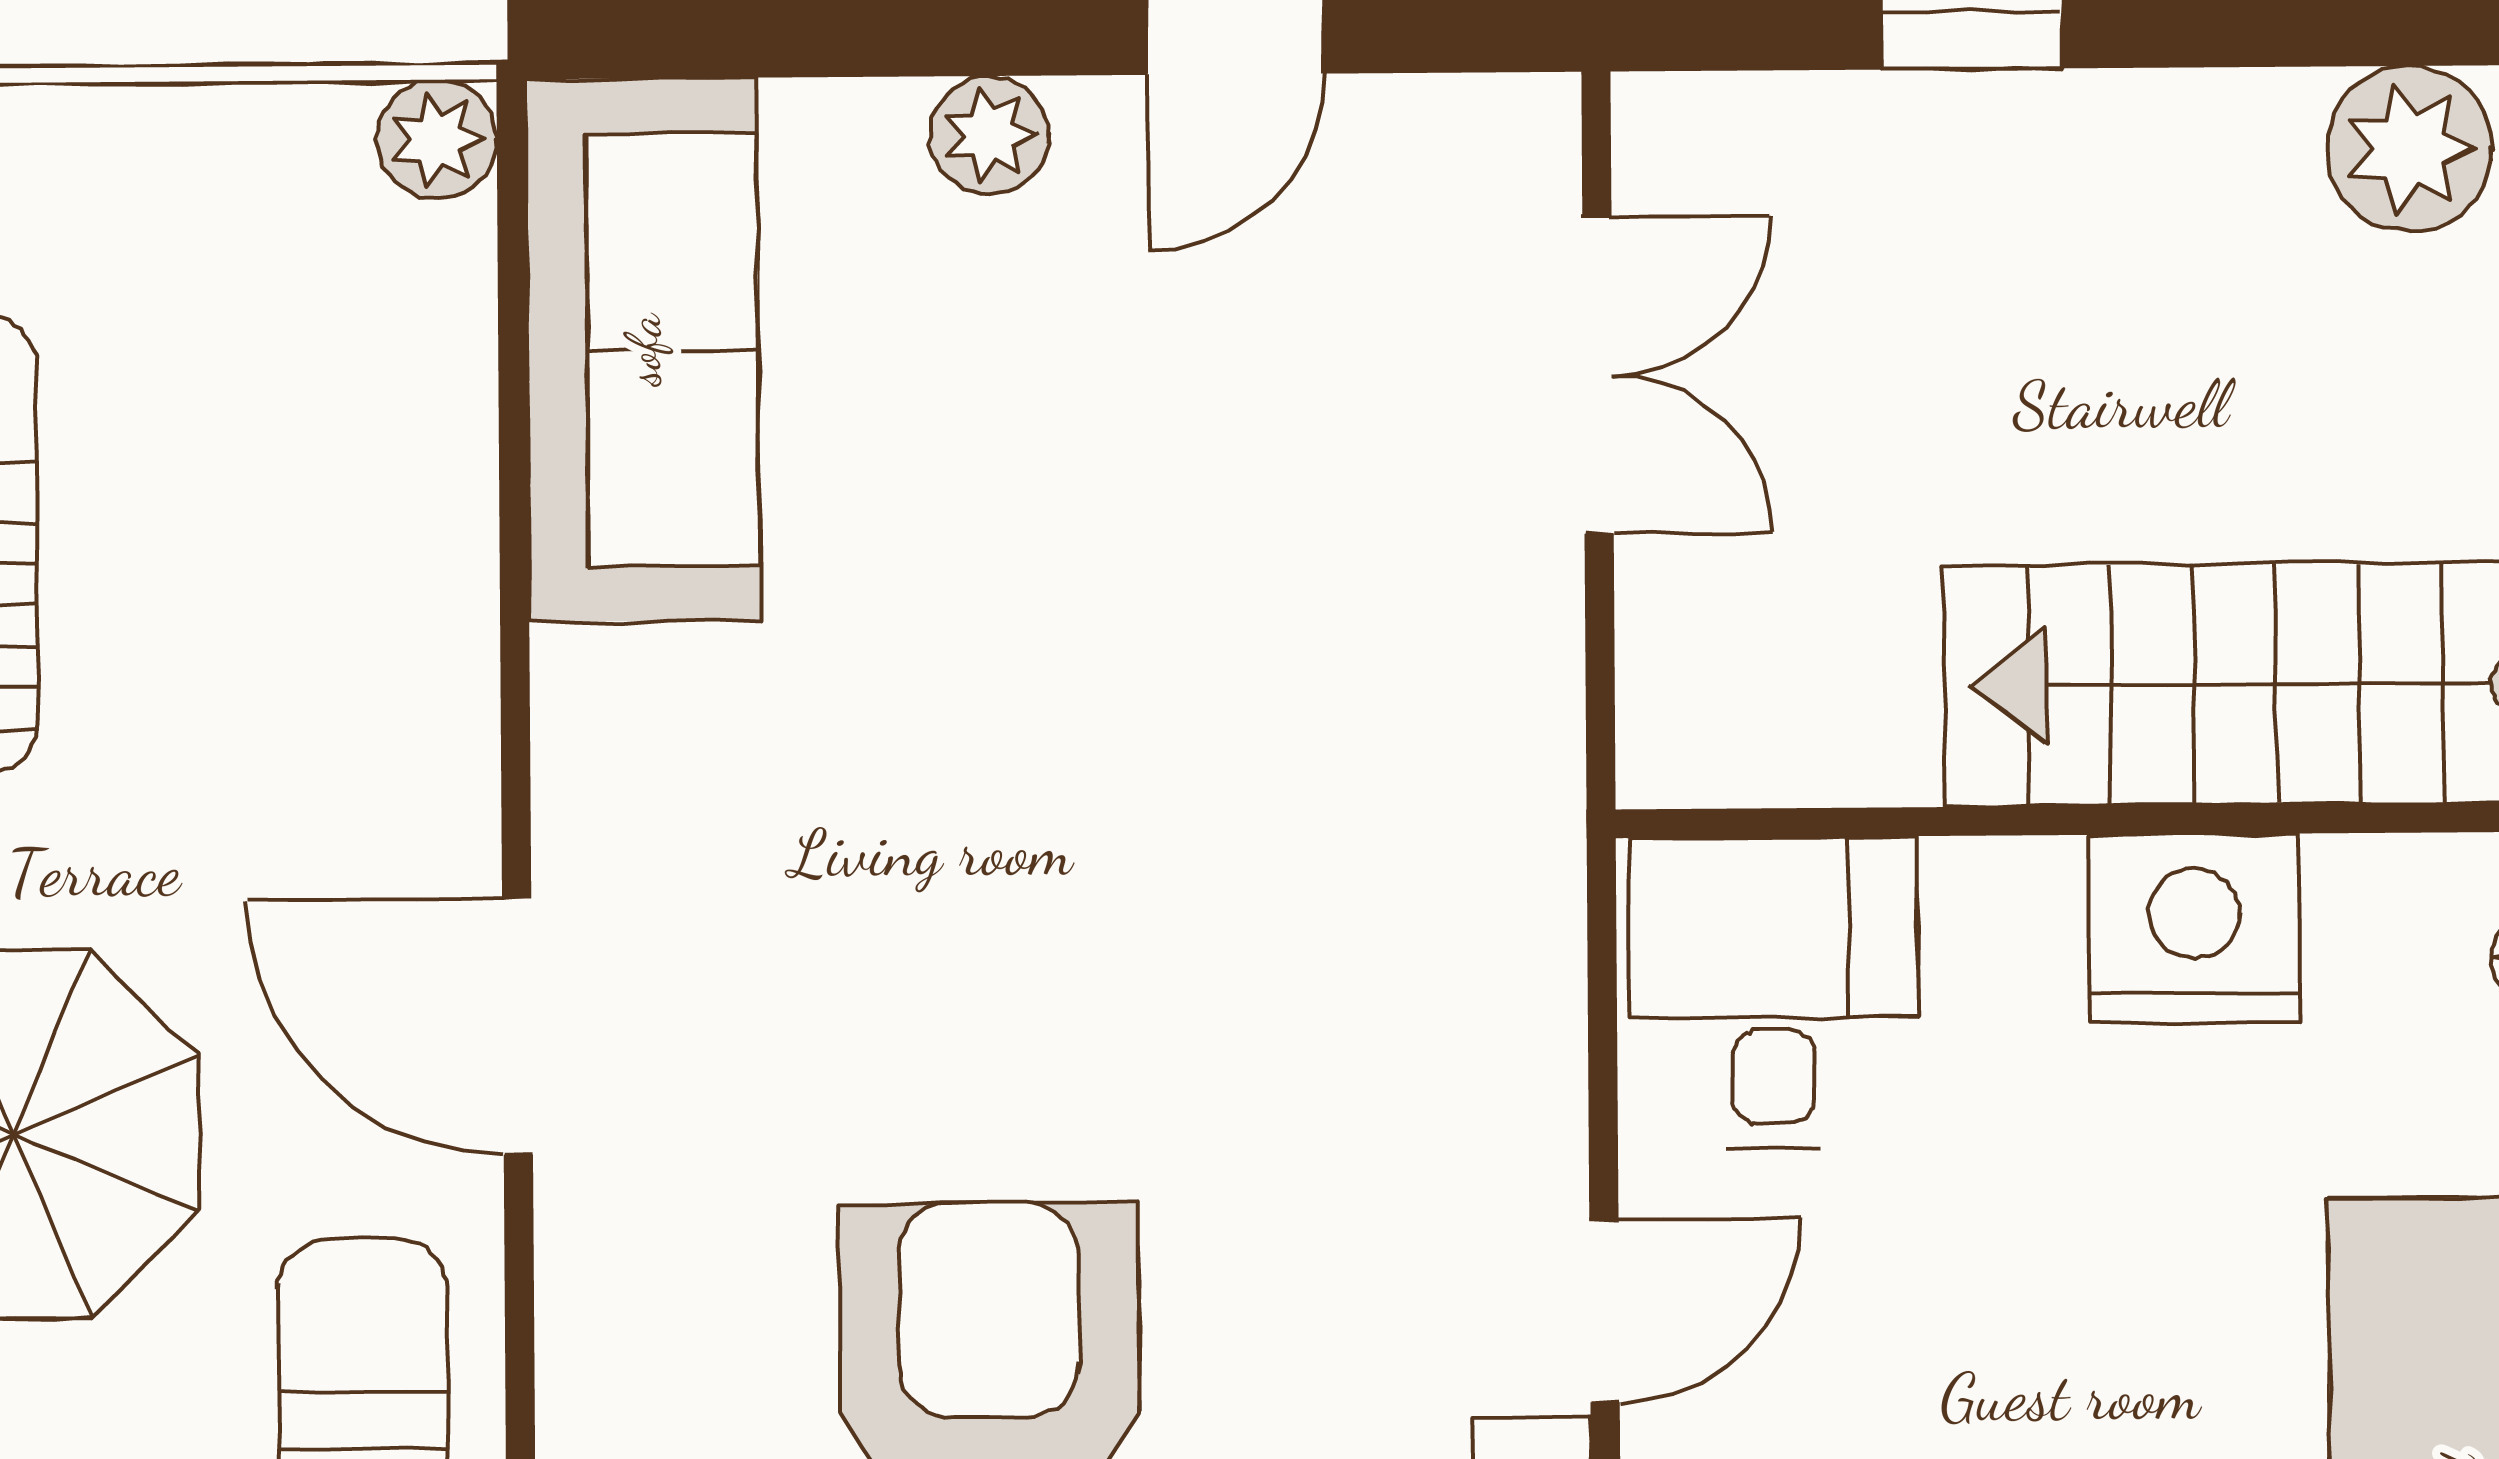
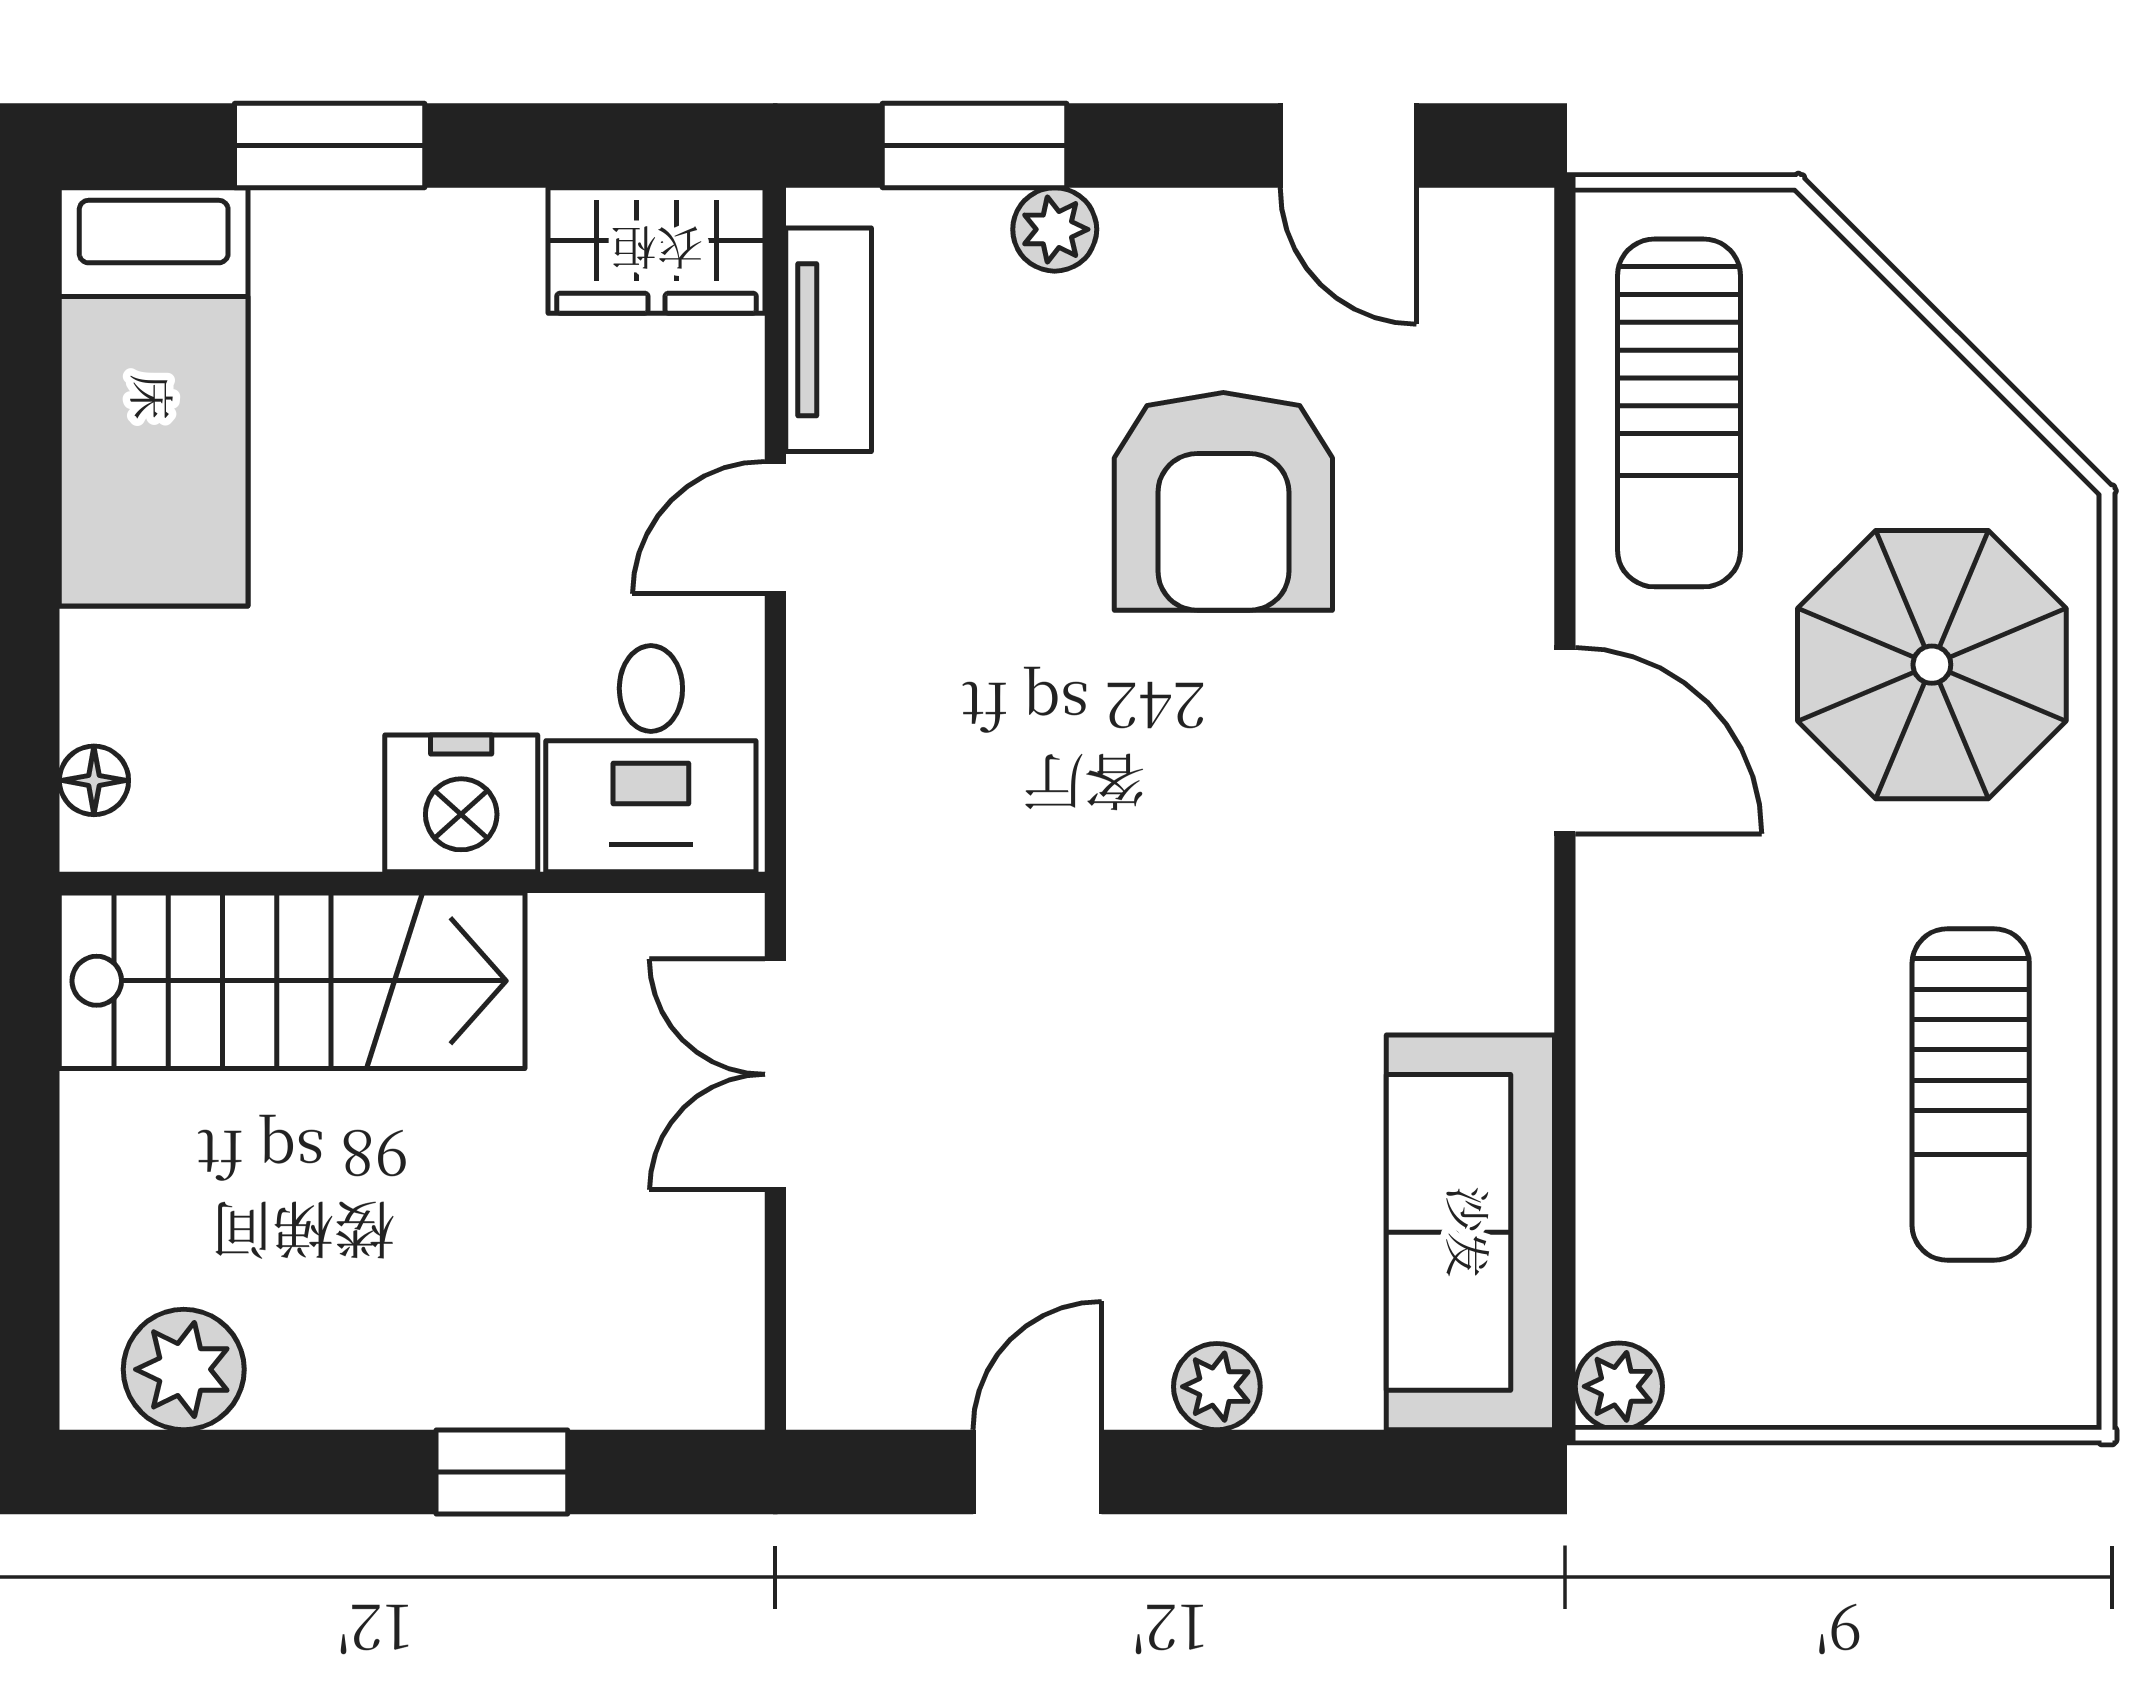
double door: (1598, 375) -> (775, 1074), moved
nightstand: (2194, 928) -> (461, 803), moved

